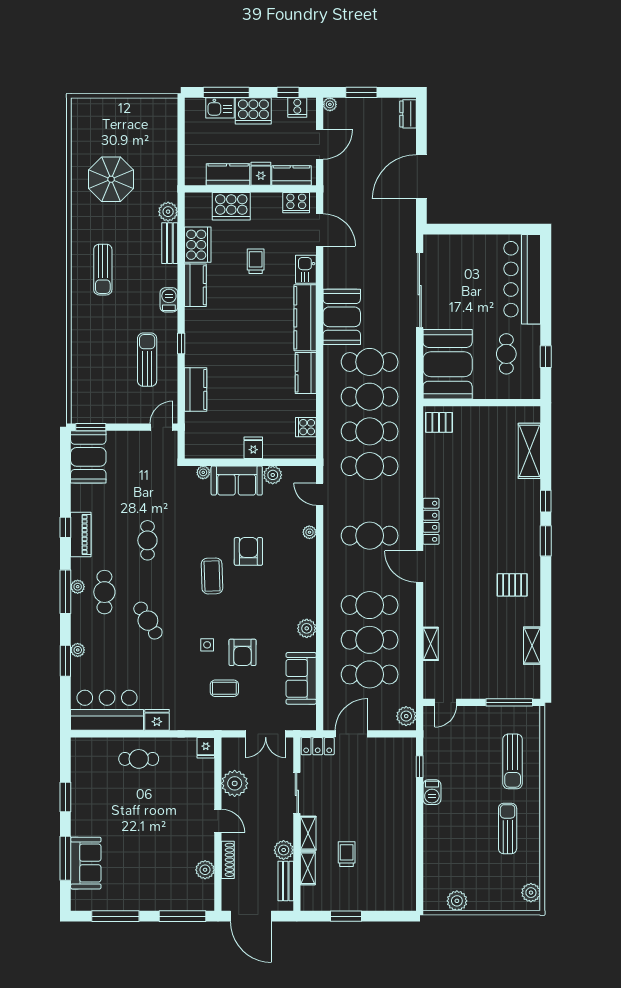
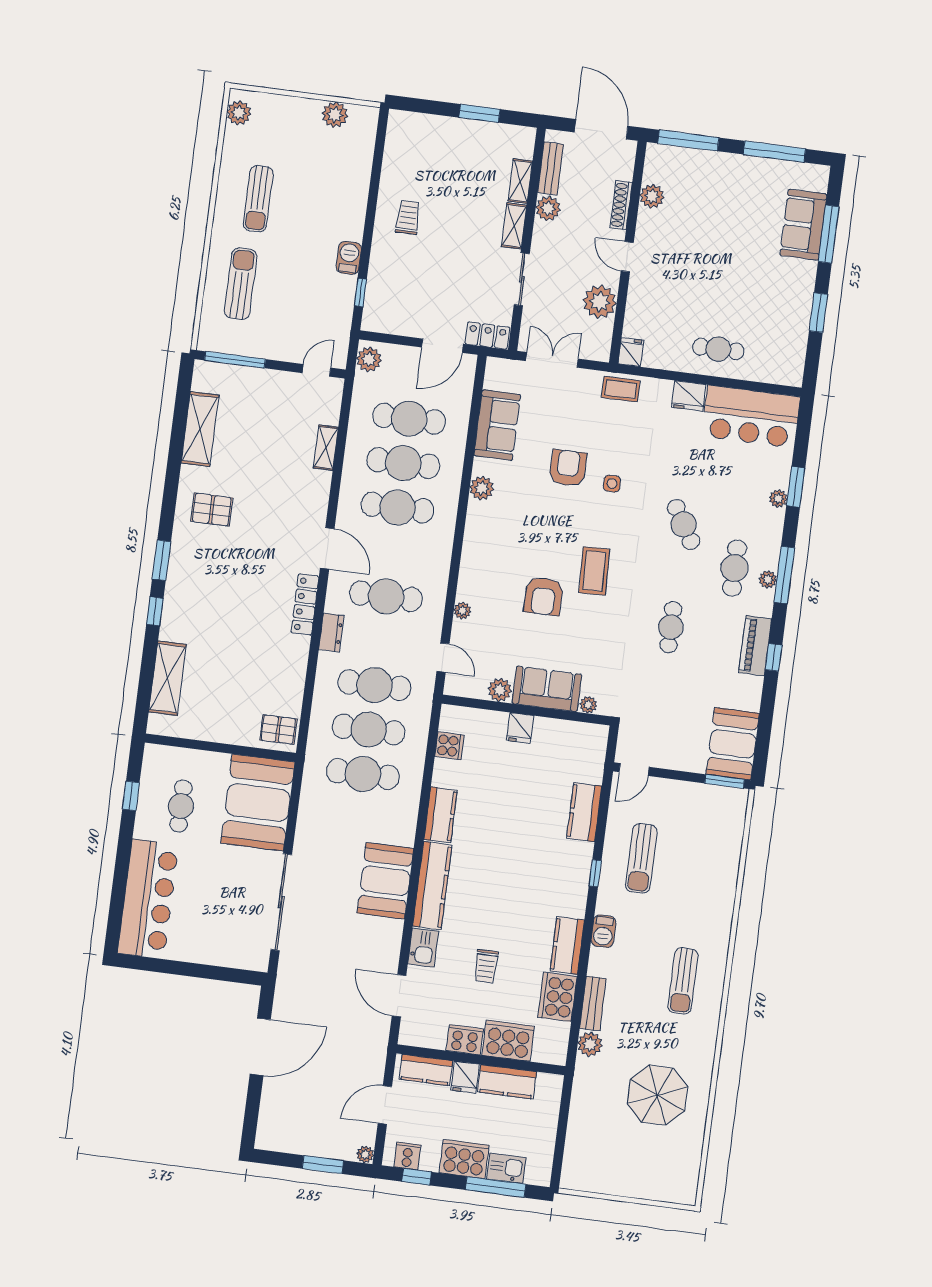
dresser: (408, 114) -> (331, 633), moved
cooker: (296, 203) -> (465, 1040), moved
sun lounger: (103, 270) -> (683, 981), turned 180
cafe table: (370, 362) -> (357, 818), removed
shelving: (532, 646) -> (200, 429), width x1.50, depth x1.33
coffee table: (224, 688) -> (621, 389), moved
trolley: (347, 854) -> (408, 217), moved, turned 180

